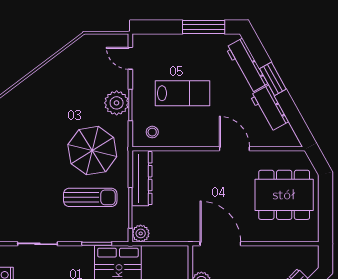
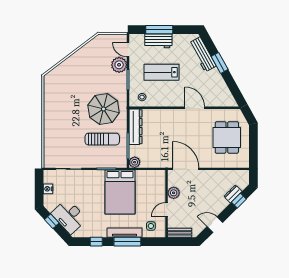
window: (204, 27) -> (159, 30), moved
lab bench: (183, 93) -> (162, 72), turned 180
plant: (117, 103) -> (119, 65), moved
workbench: (269, 108) -> (158, 41), moved, turned -61
dining table: (284, 195) -> (227, 137), width x0.73

